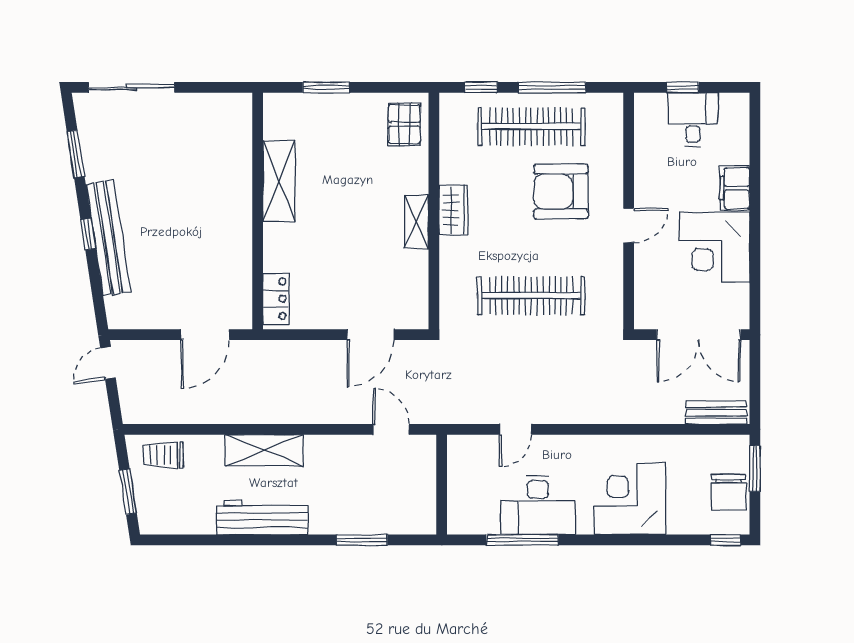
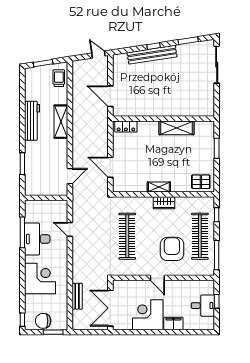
window: (552, 87) -> (217, 255), moved
bench: (716, 413) -> (77, 296), moved

